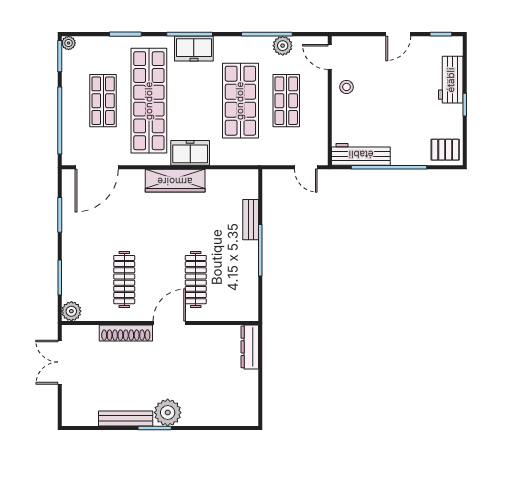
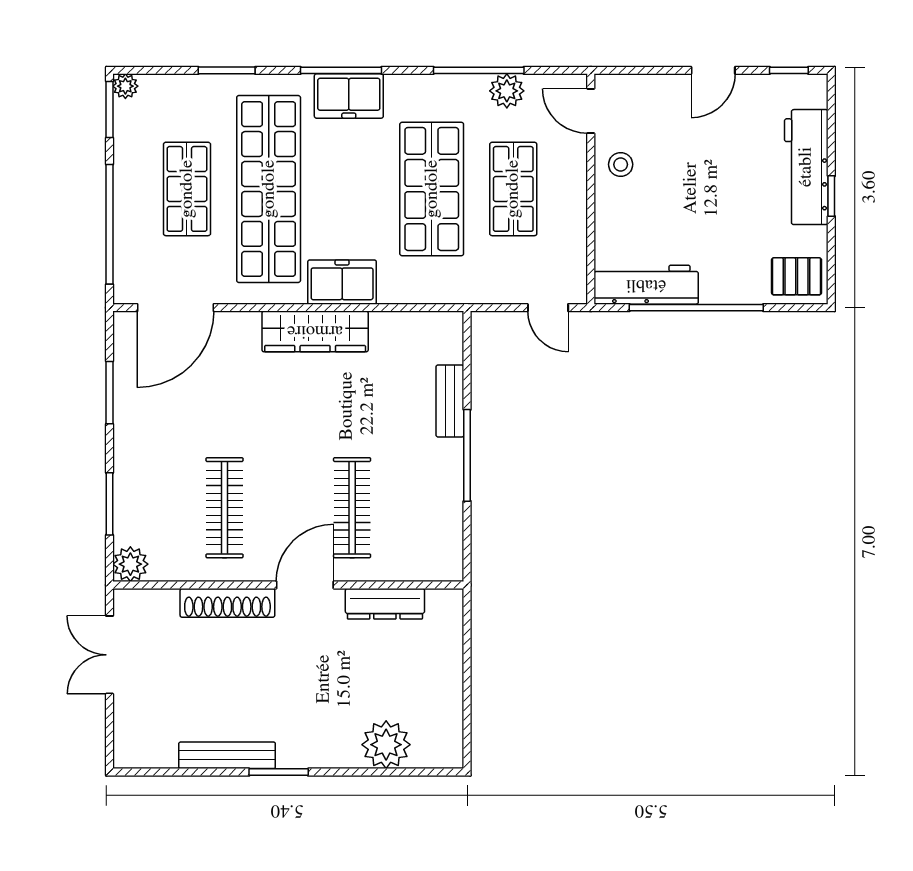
workbench: (451, 80) -> (806, 167), width x1.38
dresser: (250, 347) -> (385, 604), moved, turned -90
plant: (168, 413) -> (386, 745), moved

